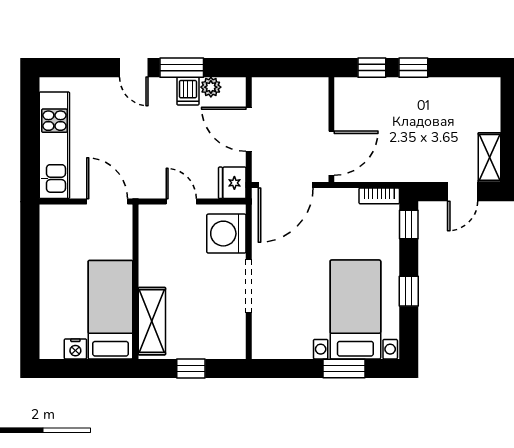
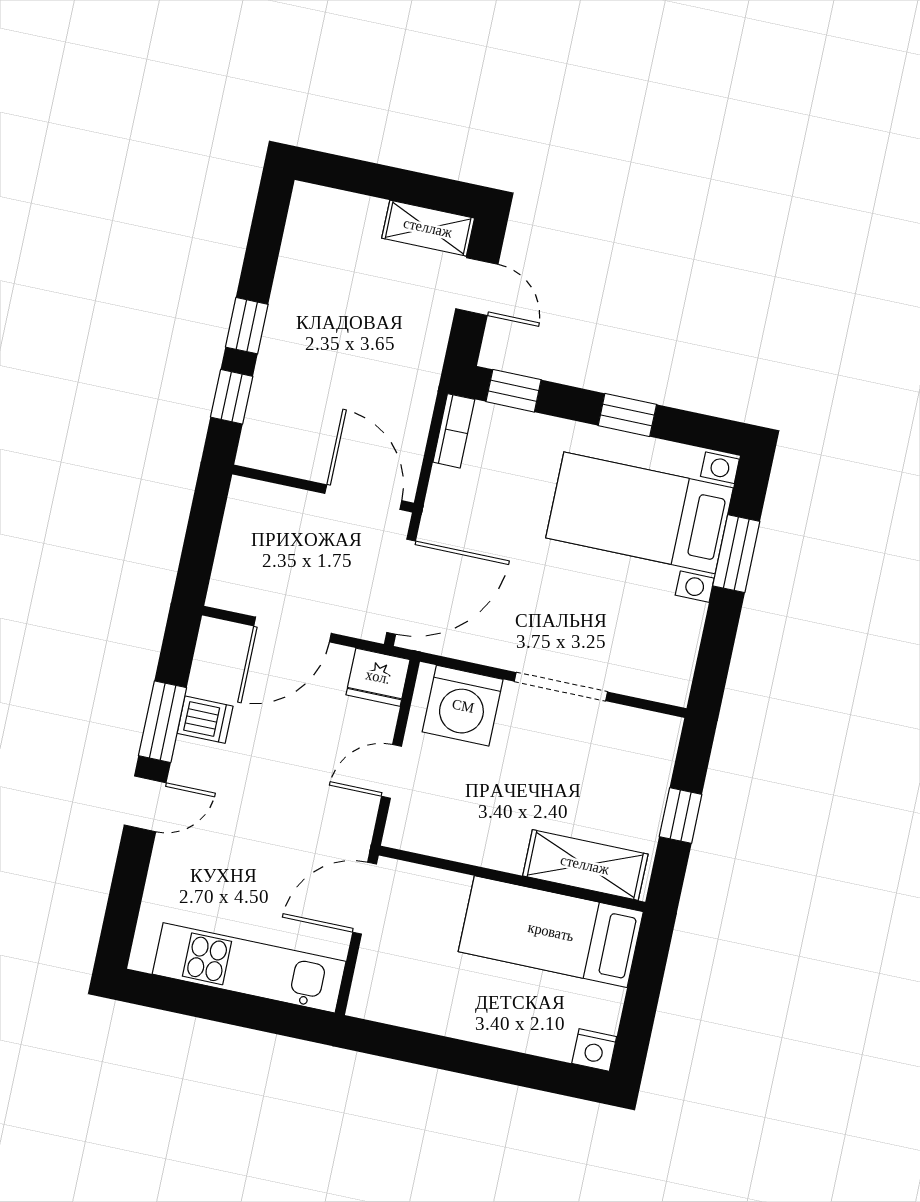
plant: (211, 87) -> (206, 679), removed
door: (286, 185) -> (401, 587), hinge flipped
nightstand: (75, 349) -> (594, 1050), moved, turned 90

